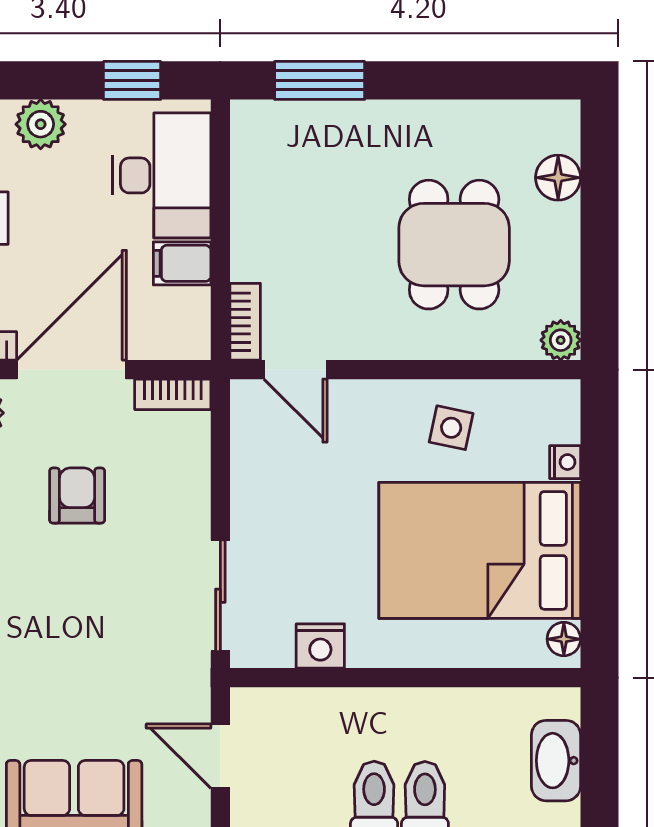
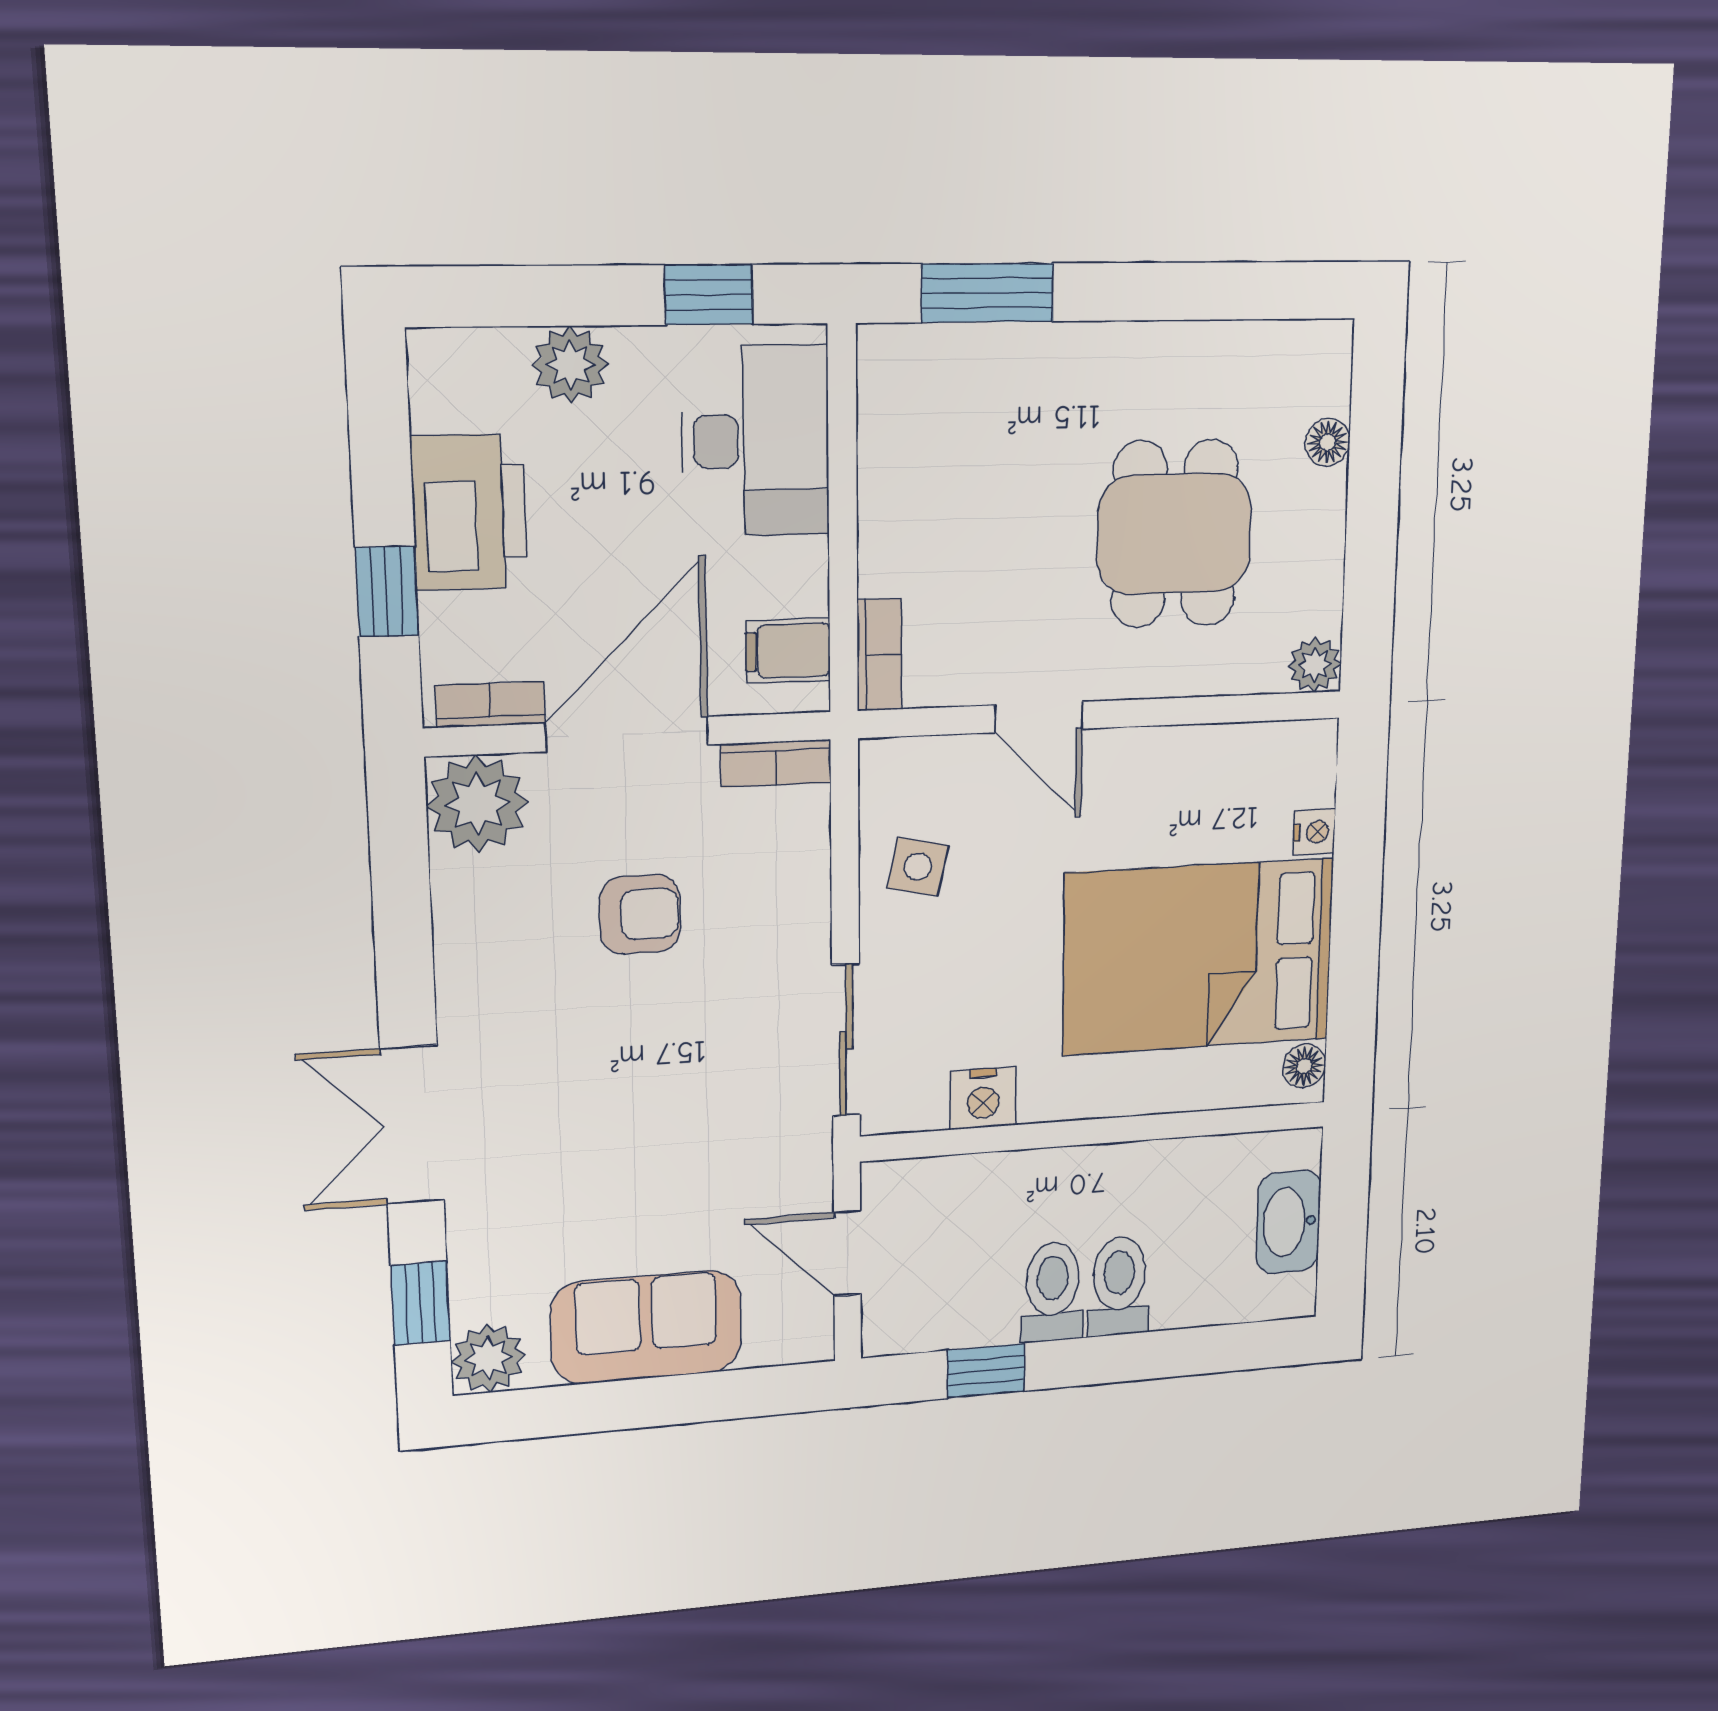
floor lamp: (558, 178) -> (1328, 442), width x0.73, depth x0.73
filing cabinet: (182, 263) -> (788, 651), moved
door: (295, 370) -> (1039, 717), moved
side table: (451, 428) -> (918, 867), moved
armchair: (77, 496) -> (640, 914), turned 90

